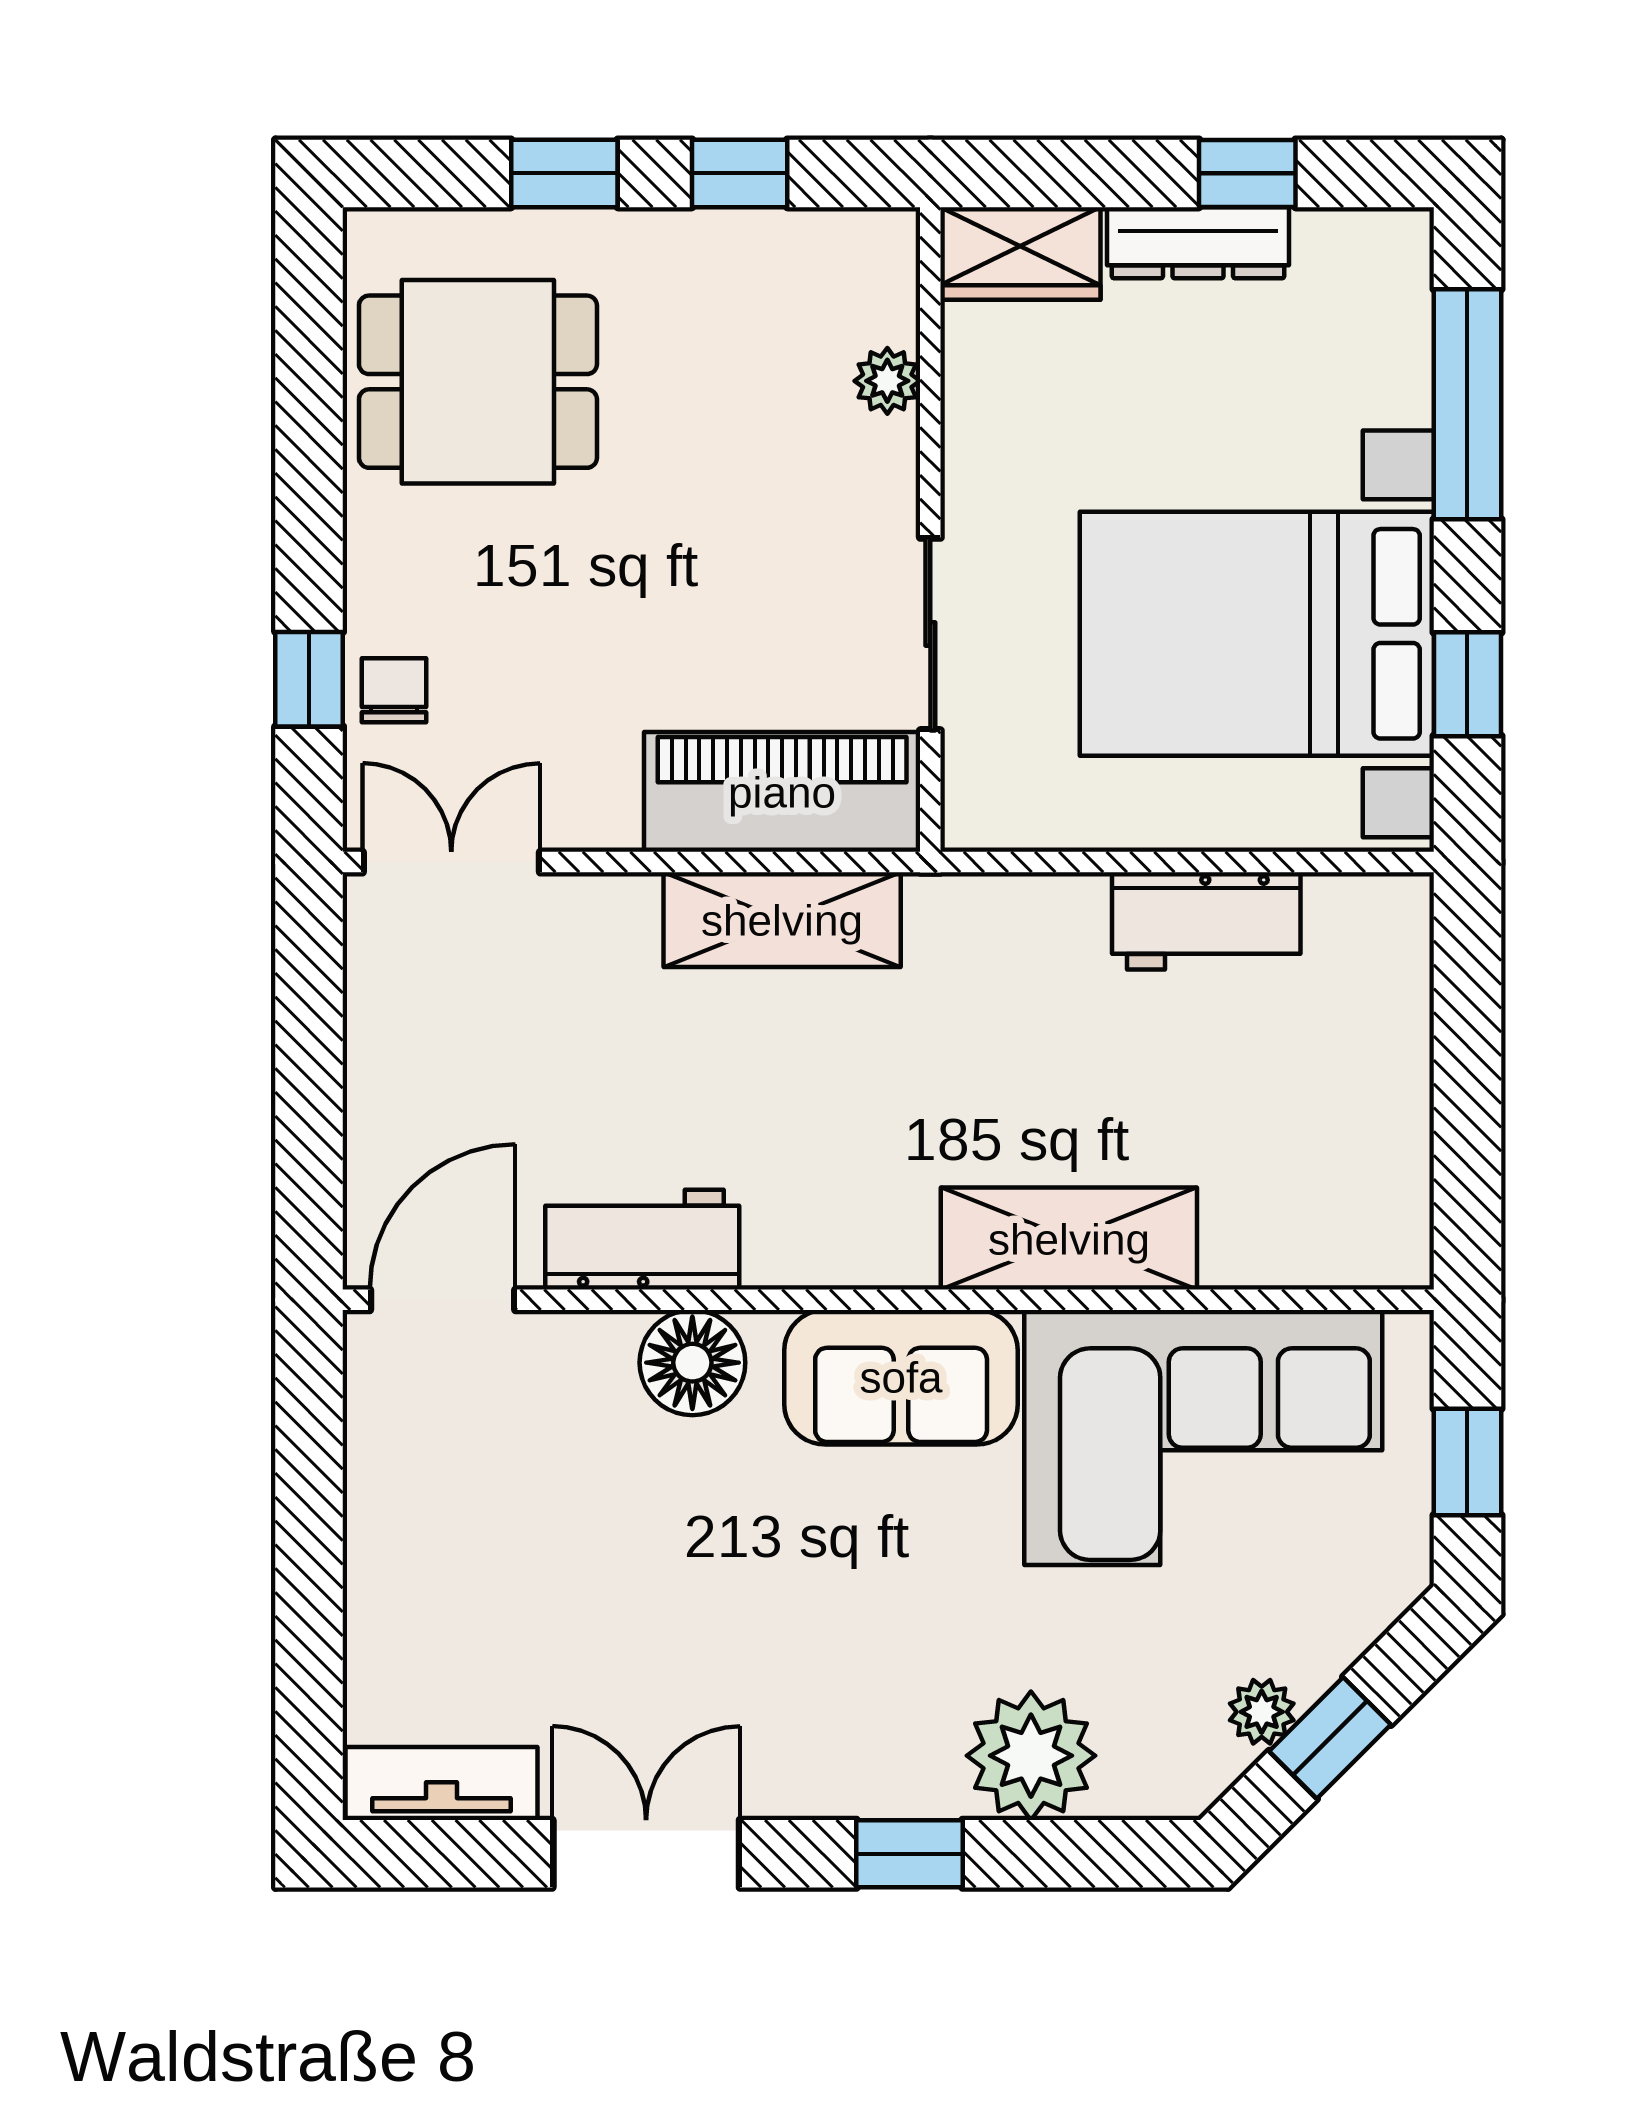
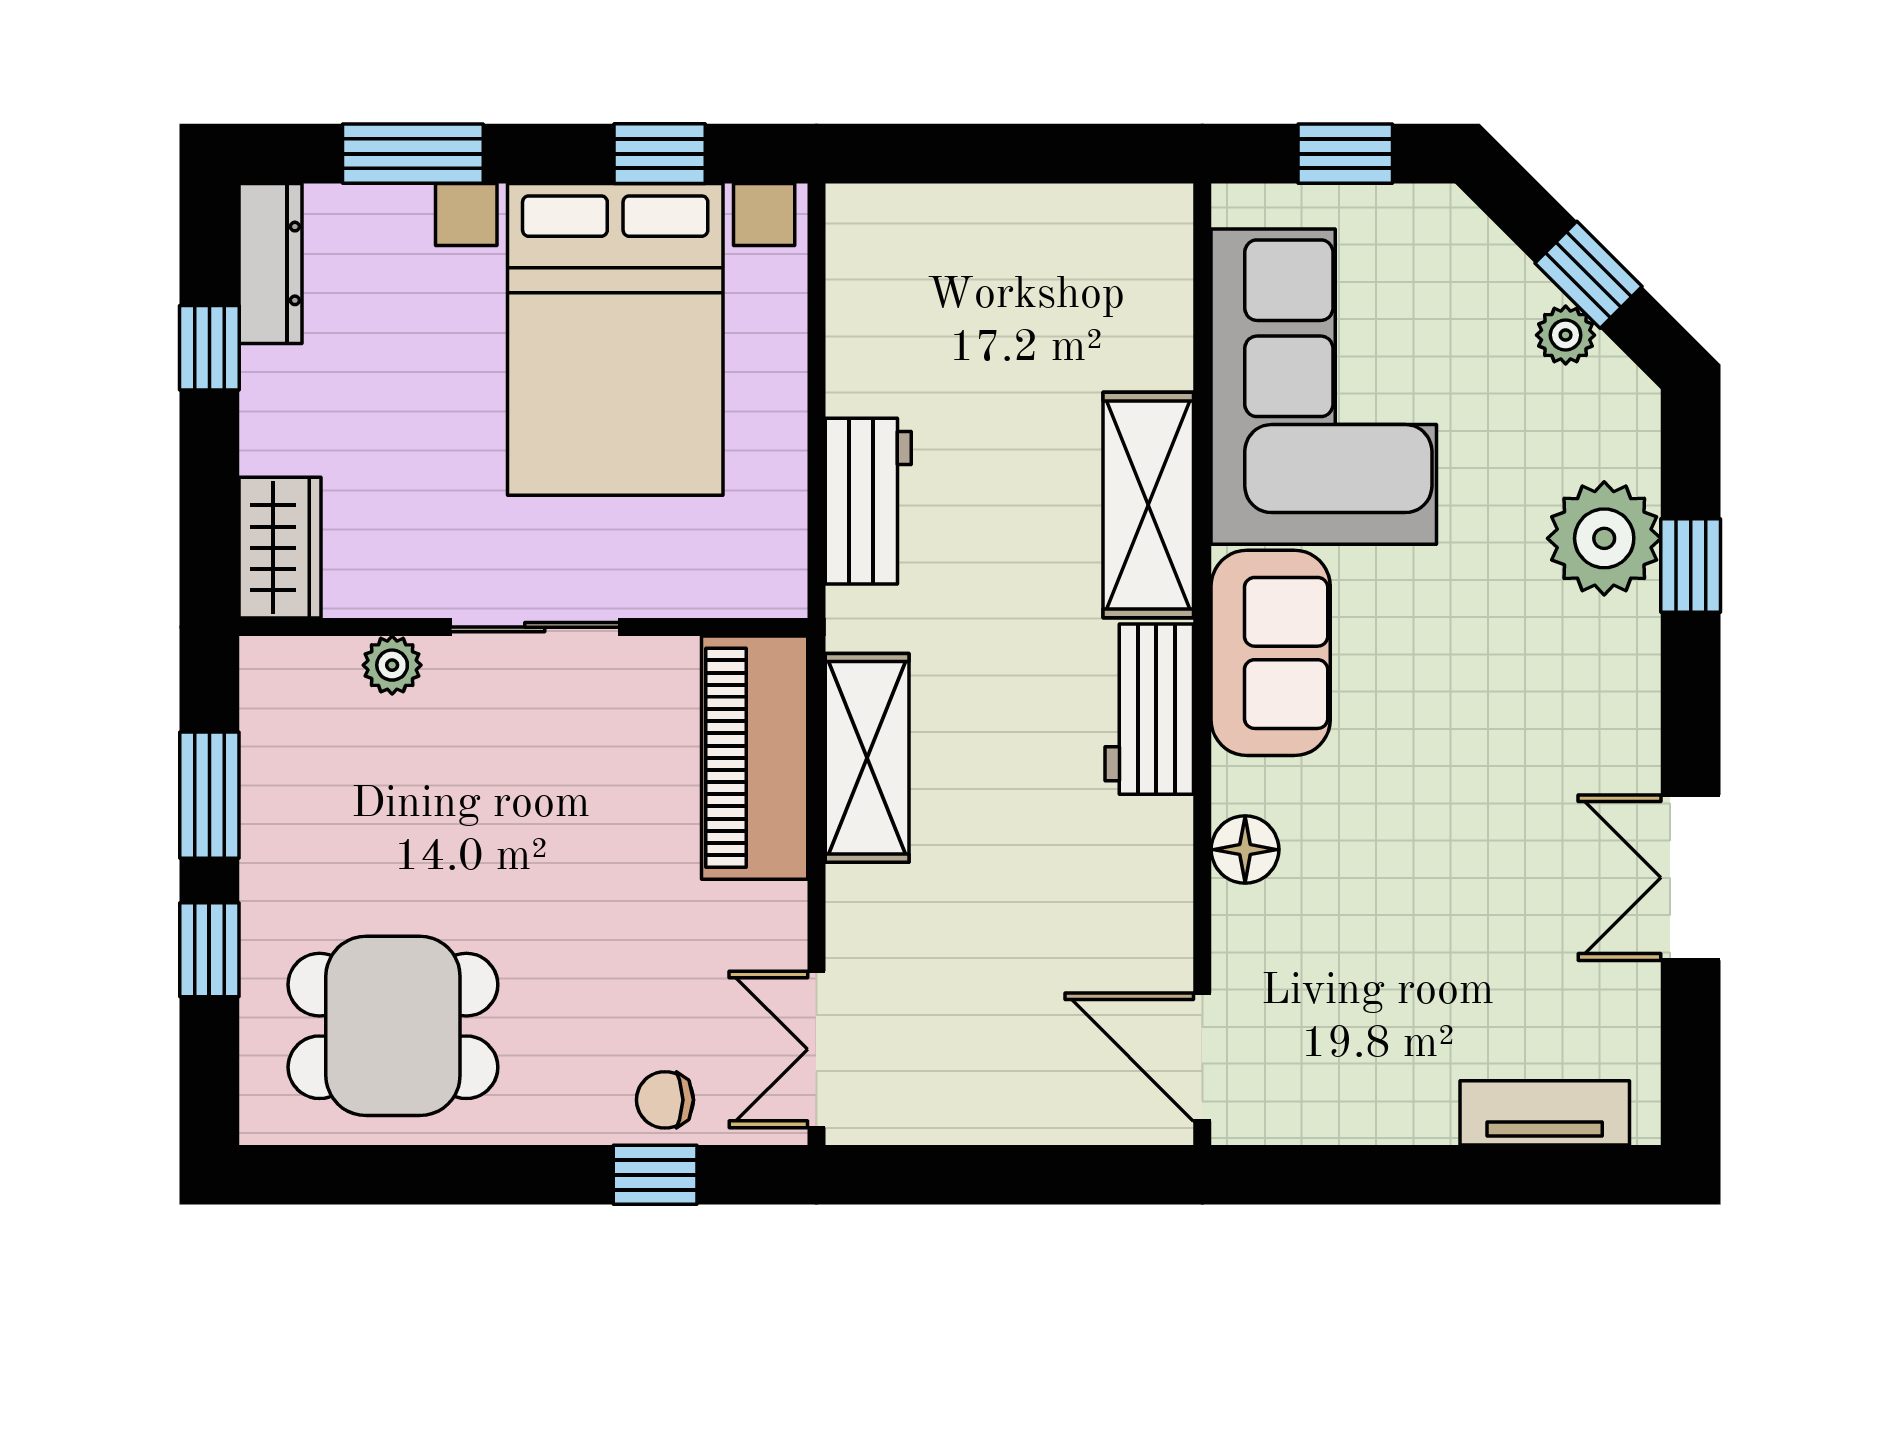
window: (740, 173) -> (209, 795), width x1.50
dresser: (1198, 243) -> (270, 263), moved
dining table: (478, 382) -> (393, 1026), turned 90
window: (1467, 404) -> (413, 154), width x0.69
sliding door: (930, 634) -> (535, 627), moved
workbench: (1206, 921) -> (868, 501), moved
workbench: (642, 1240) -> (1149, 709), moved
floor lamp: (692, 1363) -> (1245, 850), width x0.73, depth x0.73
tv unit: (441, 1783) -> (1545, 1113), moved, turned 90
window: (910, 1854) -> (1691, 566), moved

